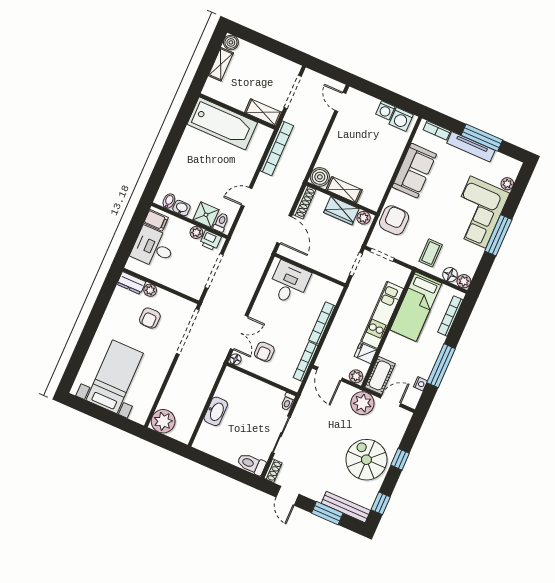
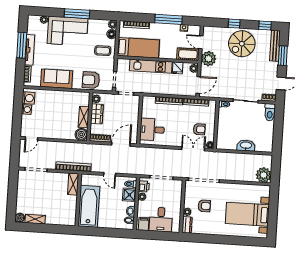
wall: (237, 111) -> (78, 200), moved
shelving: (263, 112) -> (73, 184), moved
bathtub: (222, 123) -> (89, 206), moved

